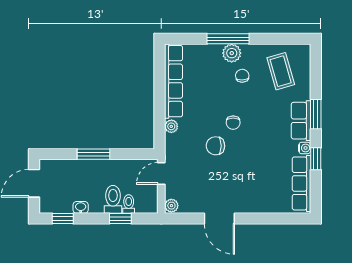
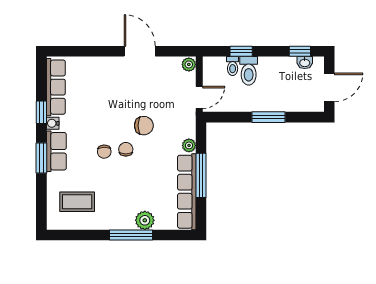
plant: (232, 53) -> (145, 220), moved
coffee table: (281, 71) -> (77, 202), turned -74
chair: (242, 76) -> (104, 152), moved
window: (160, 97) -> (201, 175), added
washbasin: (81, 207) -> (305, 63), moved

